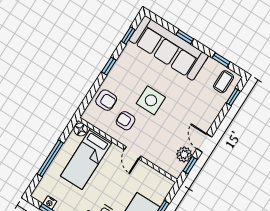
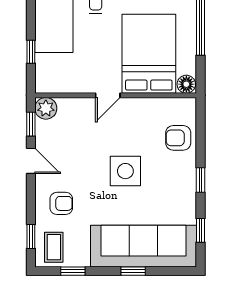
armchair: (126, 121) -> (61, 203), moved
door: (132, 153) -> (108, 95), swing flipped
plant: (184, 154) -> (46, 108), moved
bed: (86, 159) -> (149, 54), width x1.50

